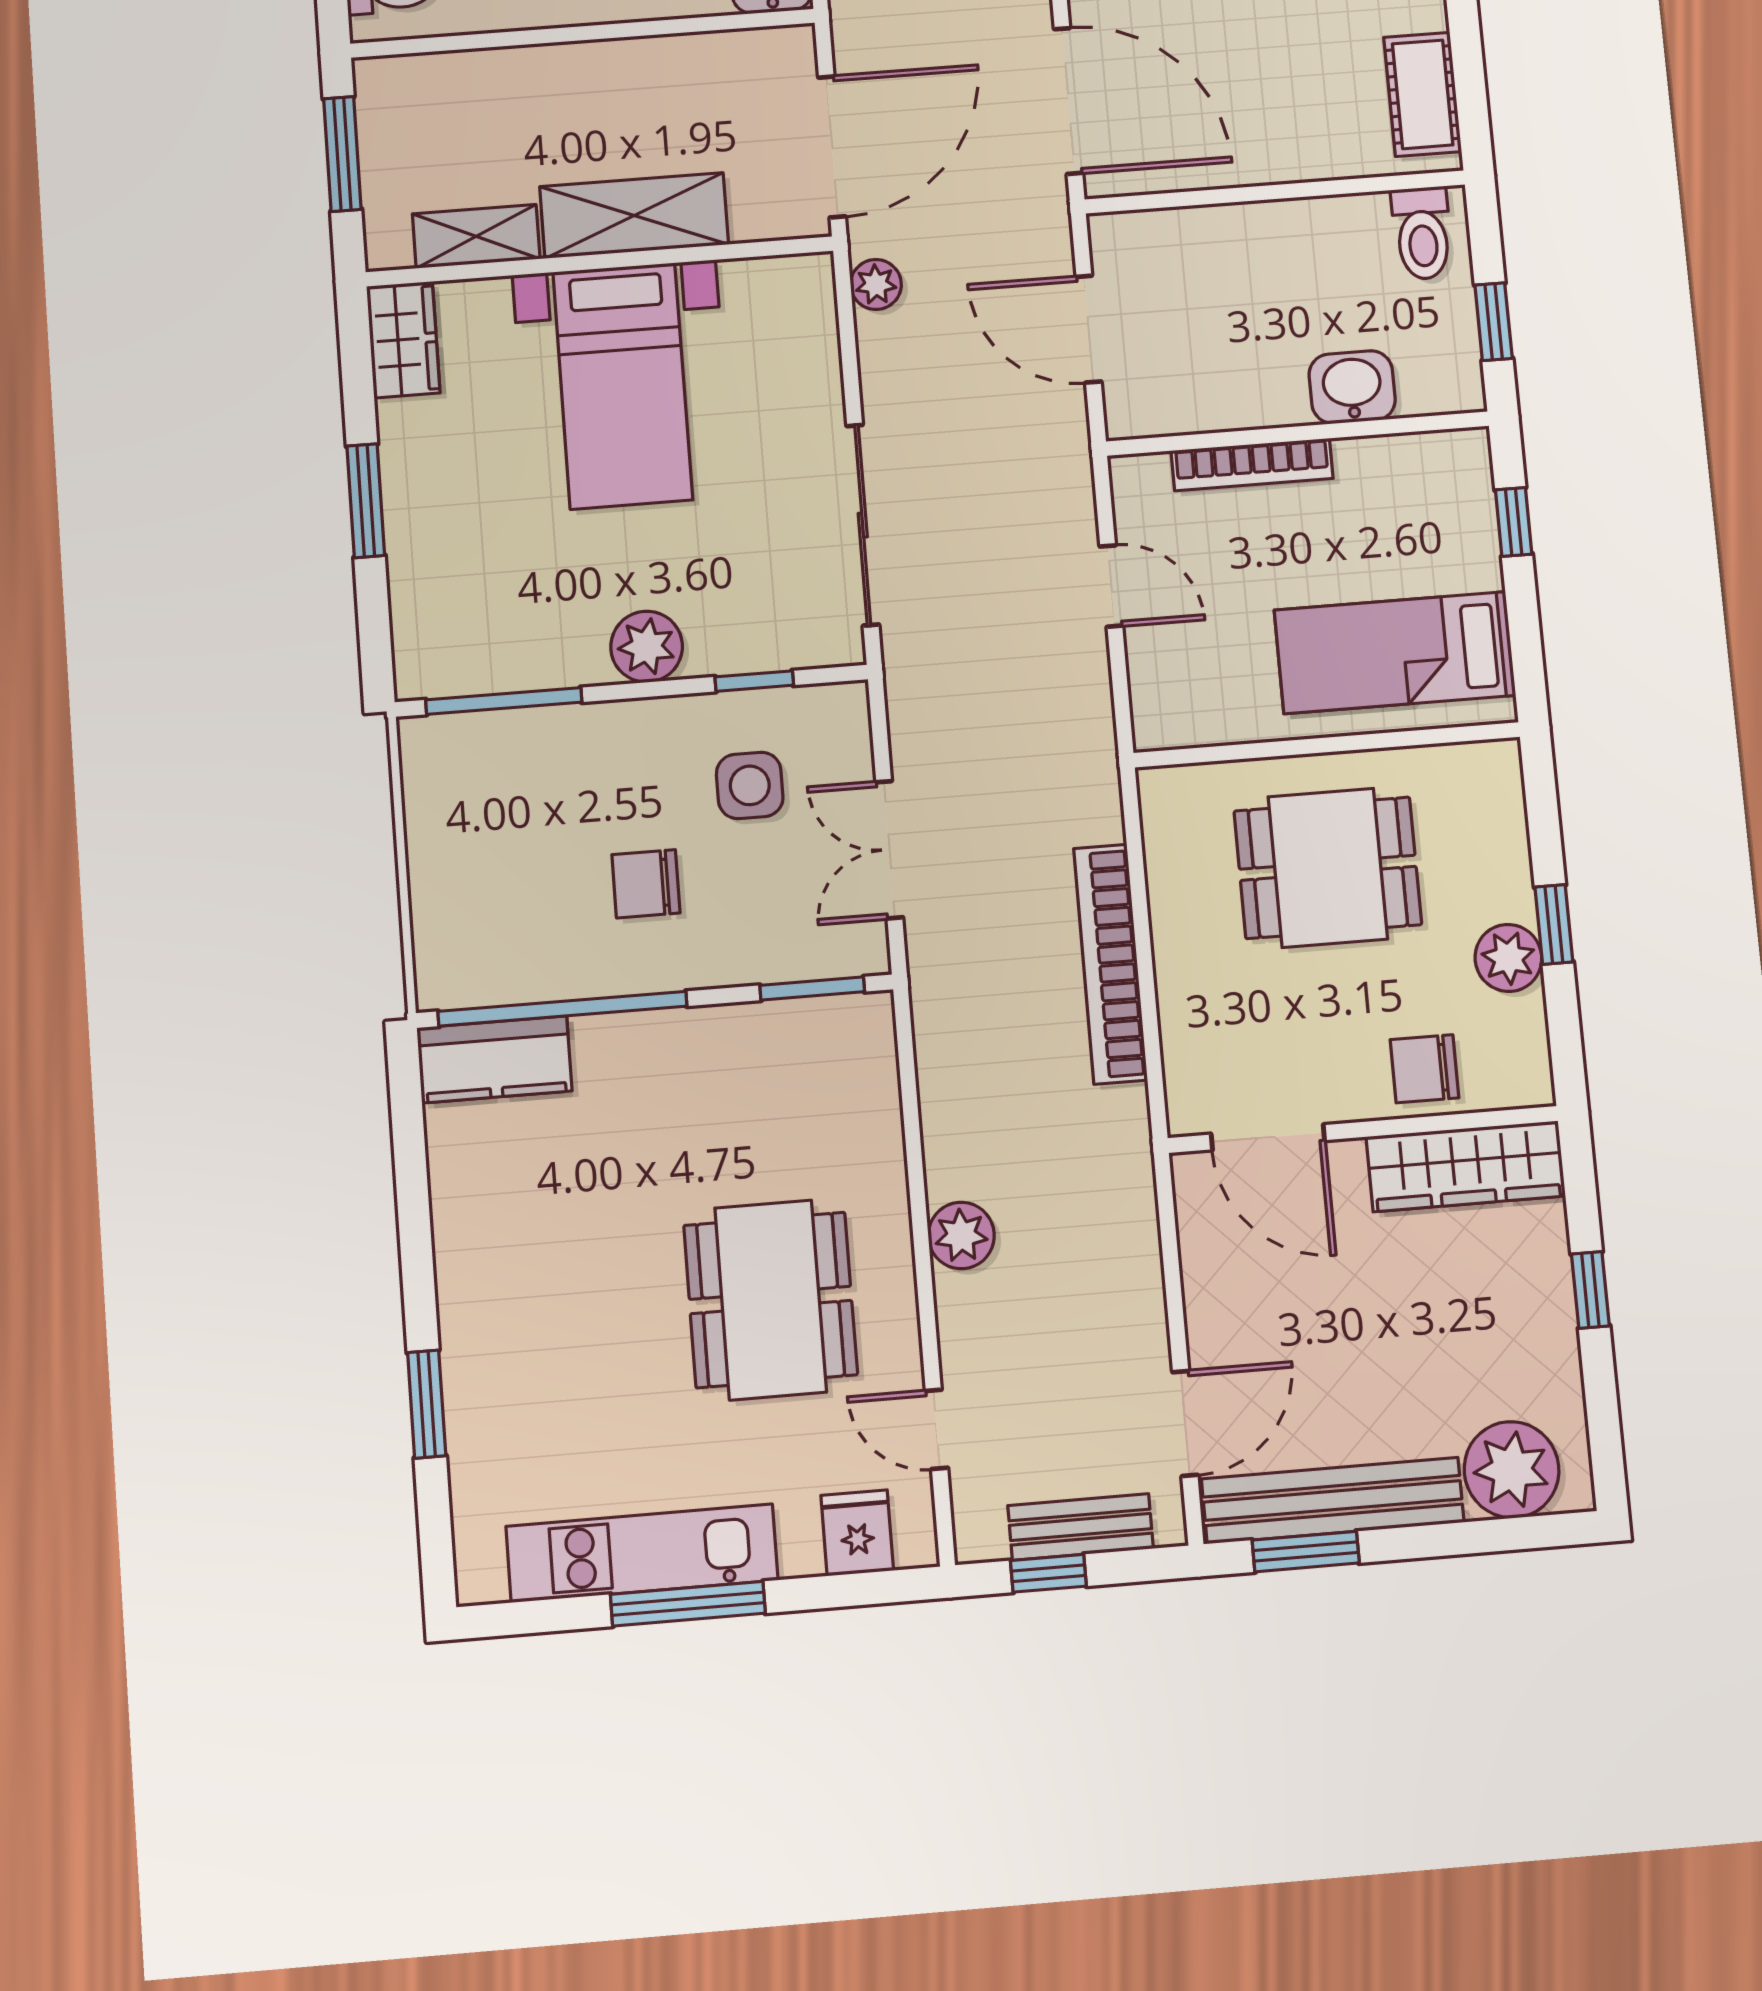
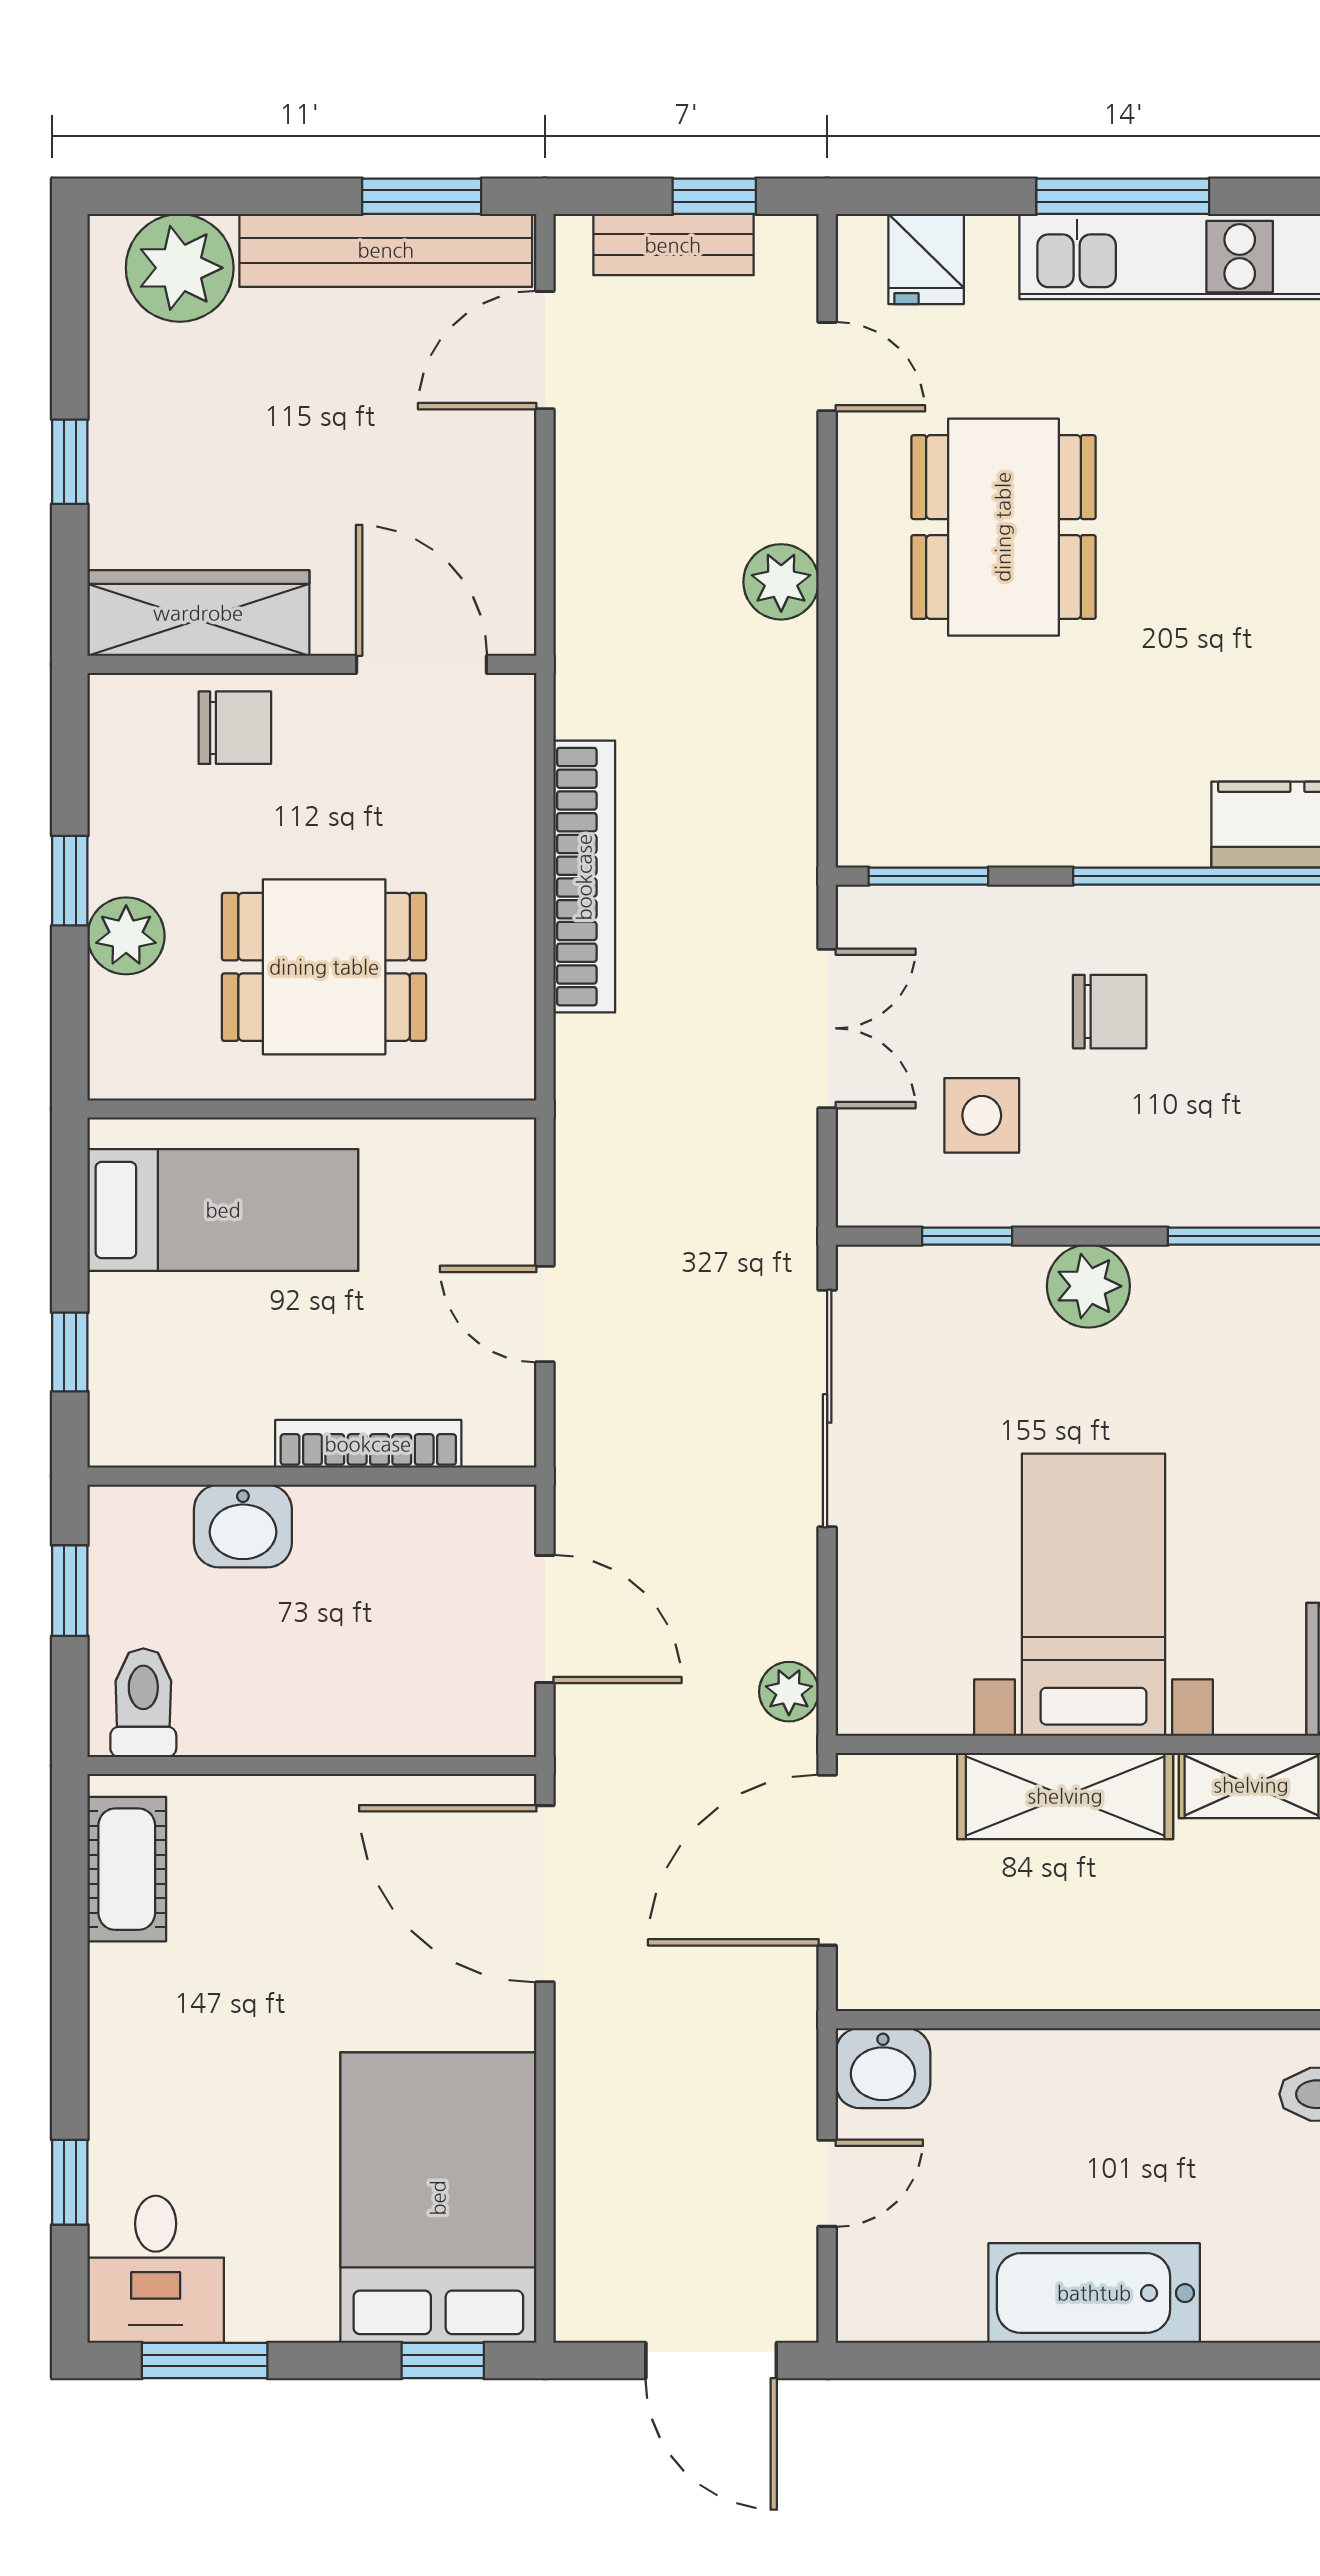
plant: (1508, 958) -> (126, 936), moved

